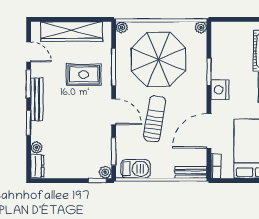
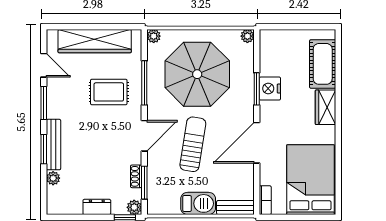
nightstand: (220, 90) -> (270, 89), moved
bench: (37, 99) -> (53, 145), moved
door: (114, 112) -> (144, 136), hinge flipped
door: (209, 131) -> (257, 143), moved
shoe rack: (107, 146) -> (136, 176), added
dresser: (37, 166) -> (97, 207), moved, turned -90
barbecue: (136, 169) -> (198, 203), moved

